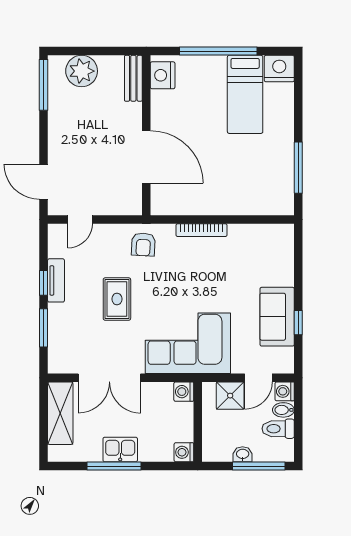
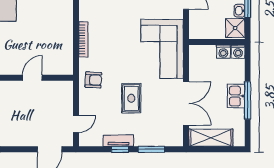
door: (146, 157) -> (32, 78), width x0.53
door: (80, 220) -> (76, 124), hinge flipped
rug: (117, 299) -> (131, 98), turned 90
washing machine: (184, 392) -> (223, 52), moved
shower: (230, 396) -> (235, 28), moved

